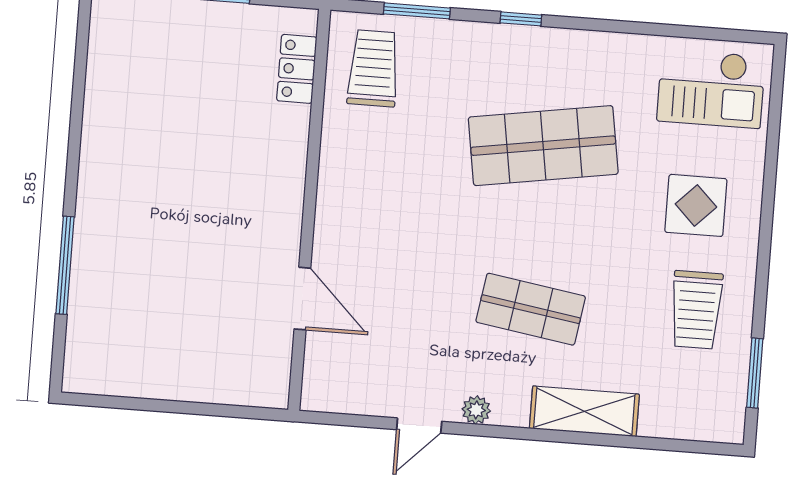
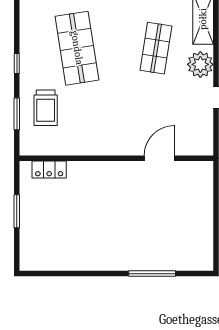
trolley: (373, 68) -> (46, 108), moved, turned -90
plant: (476, 410) -> (200, 64), width x1.88, depth x1.88

